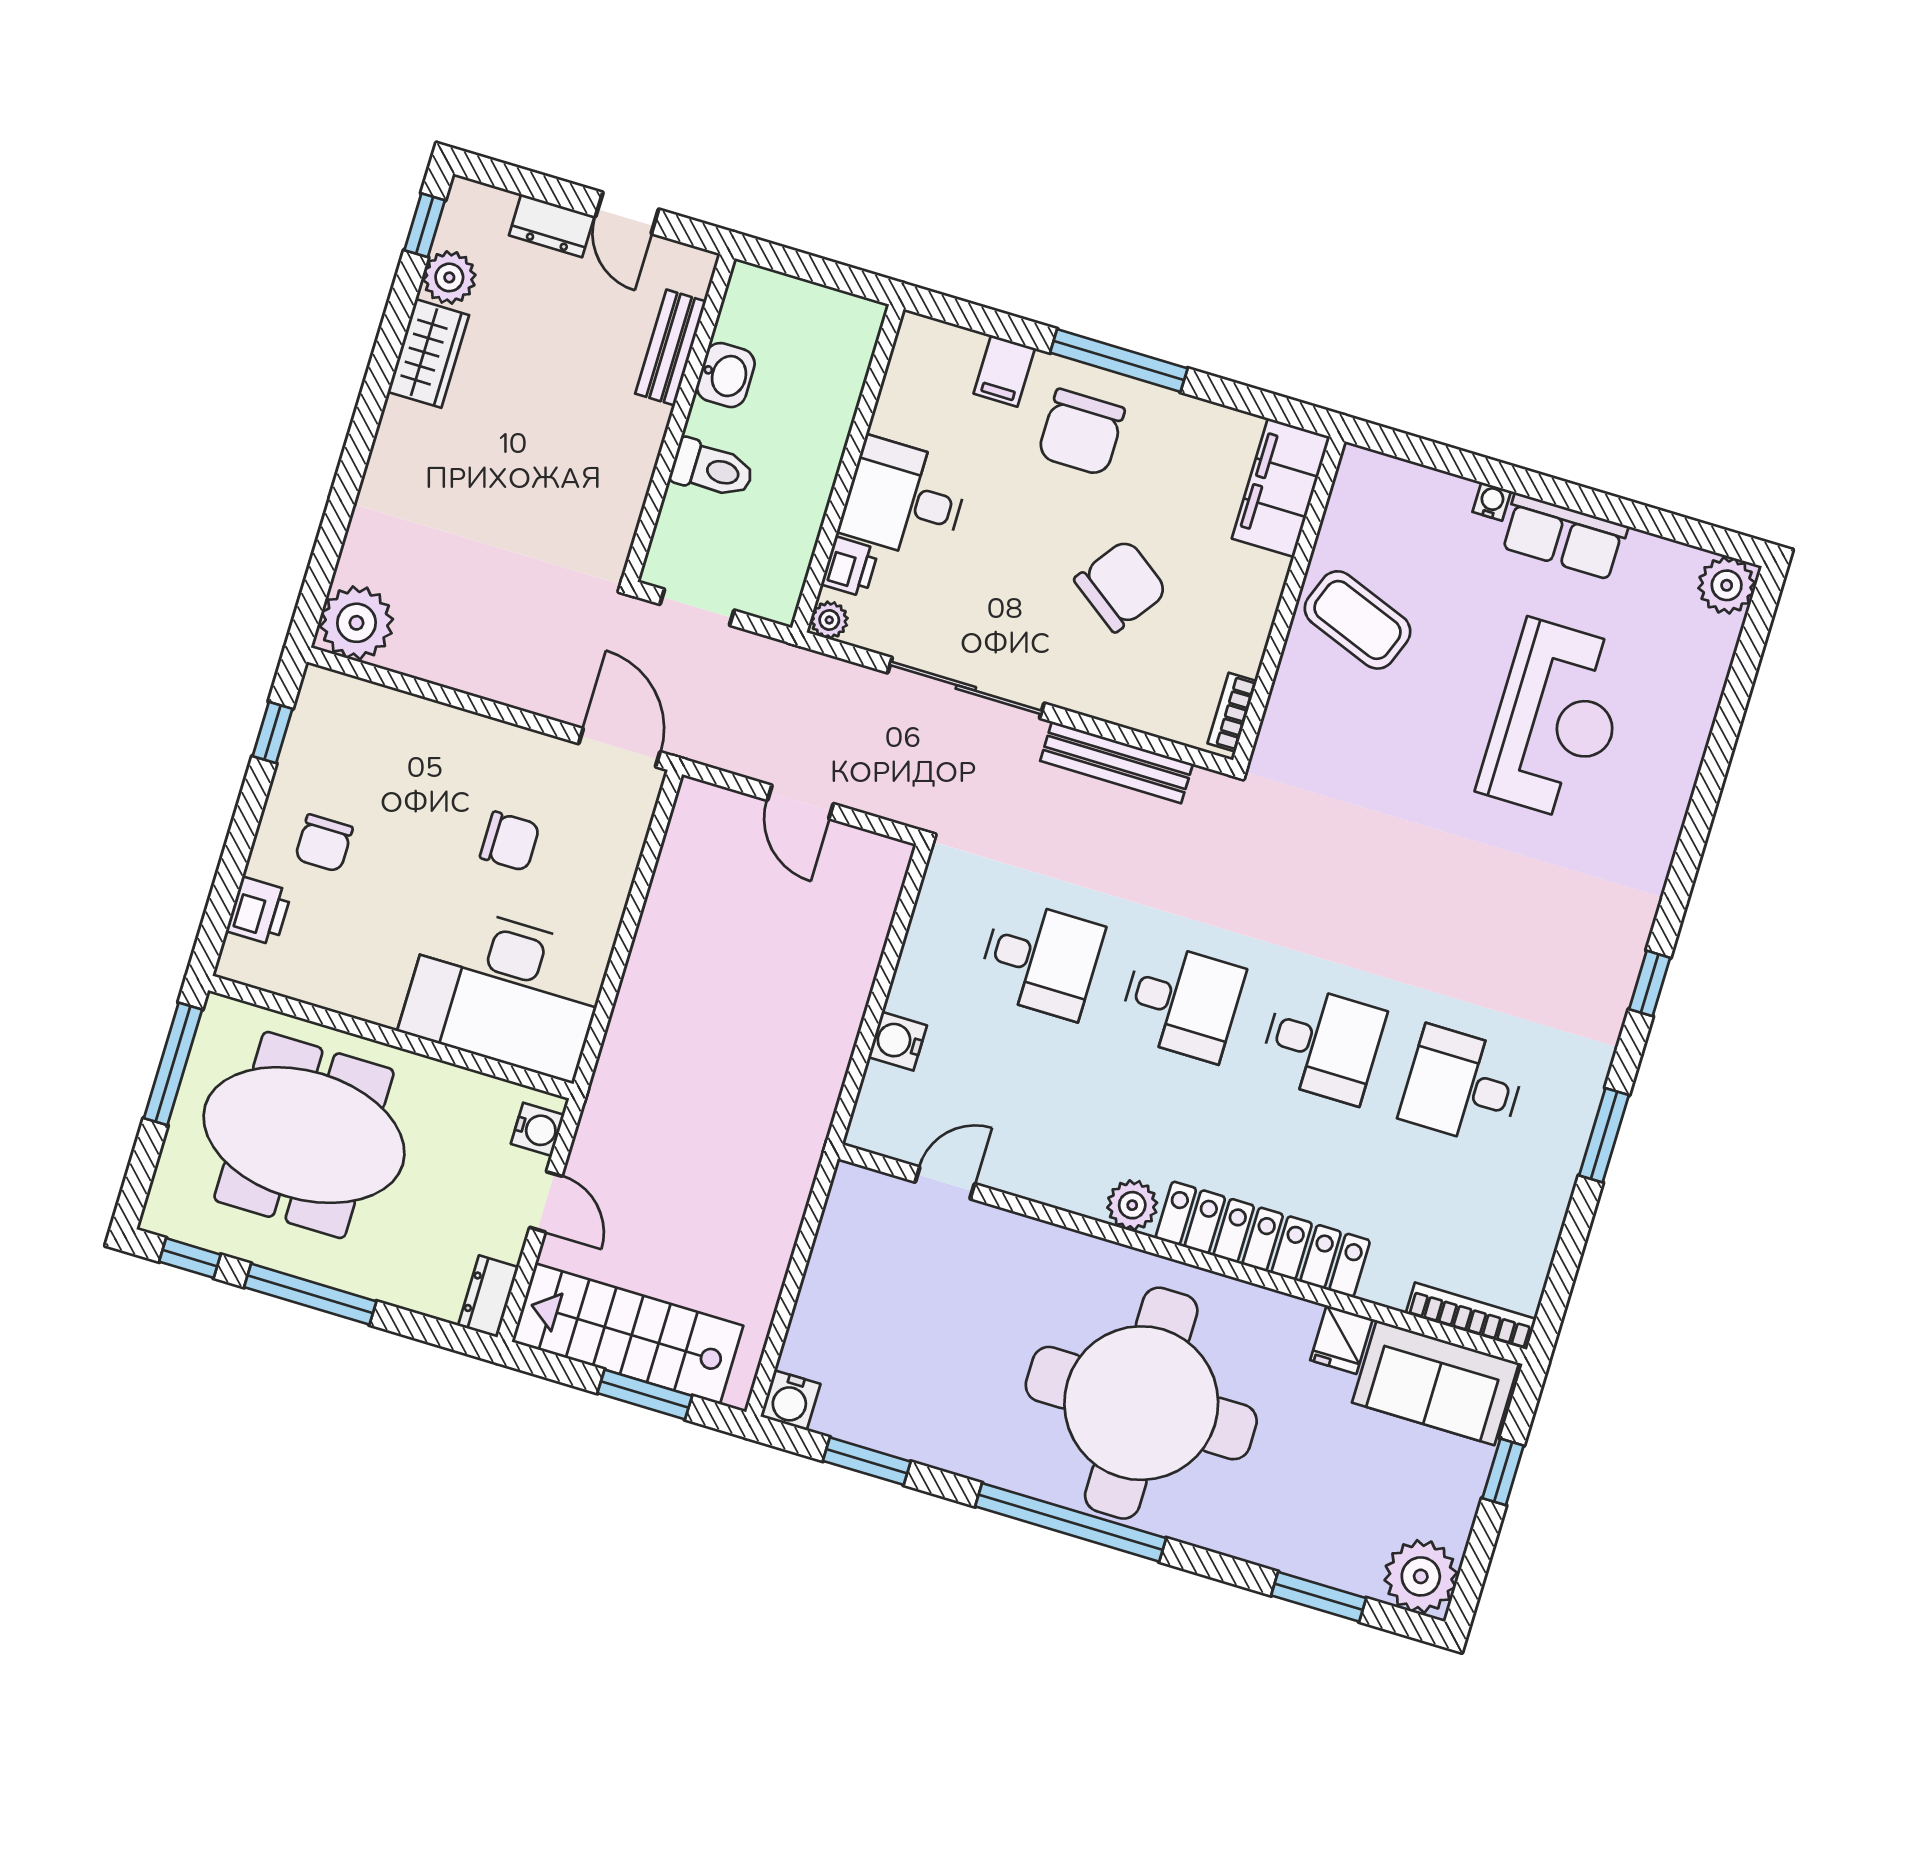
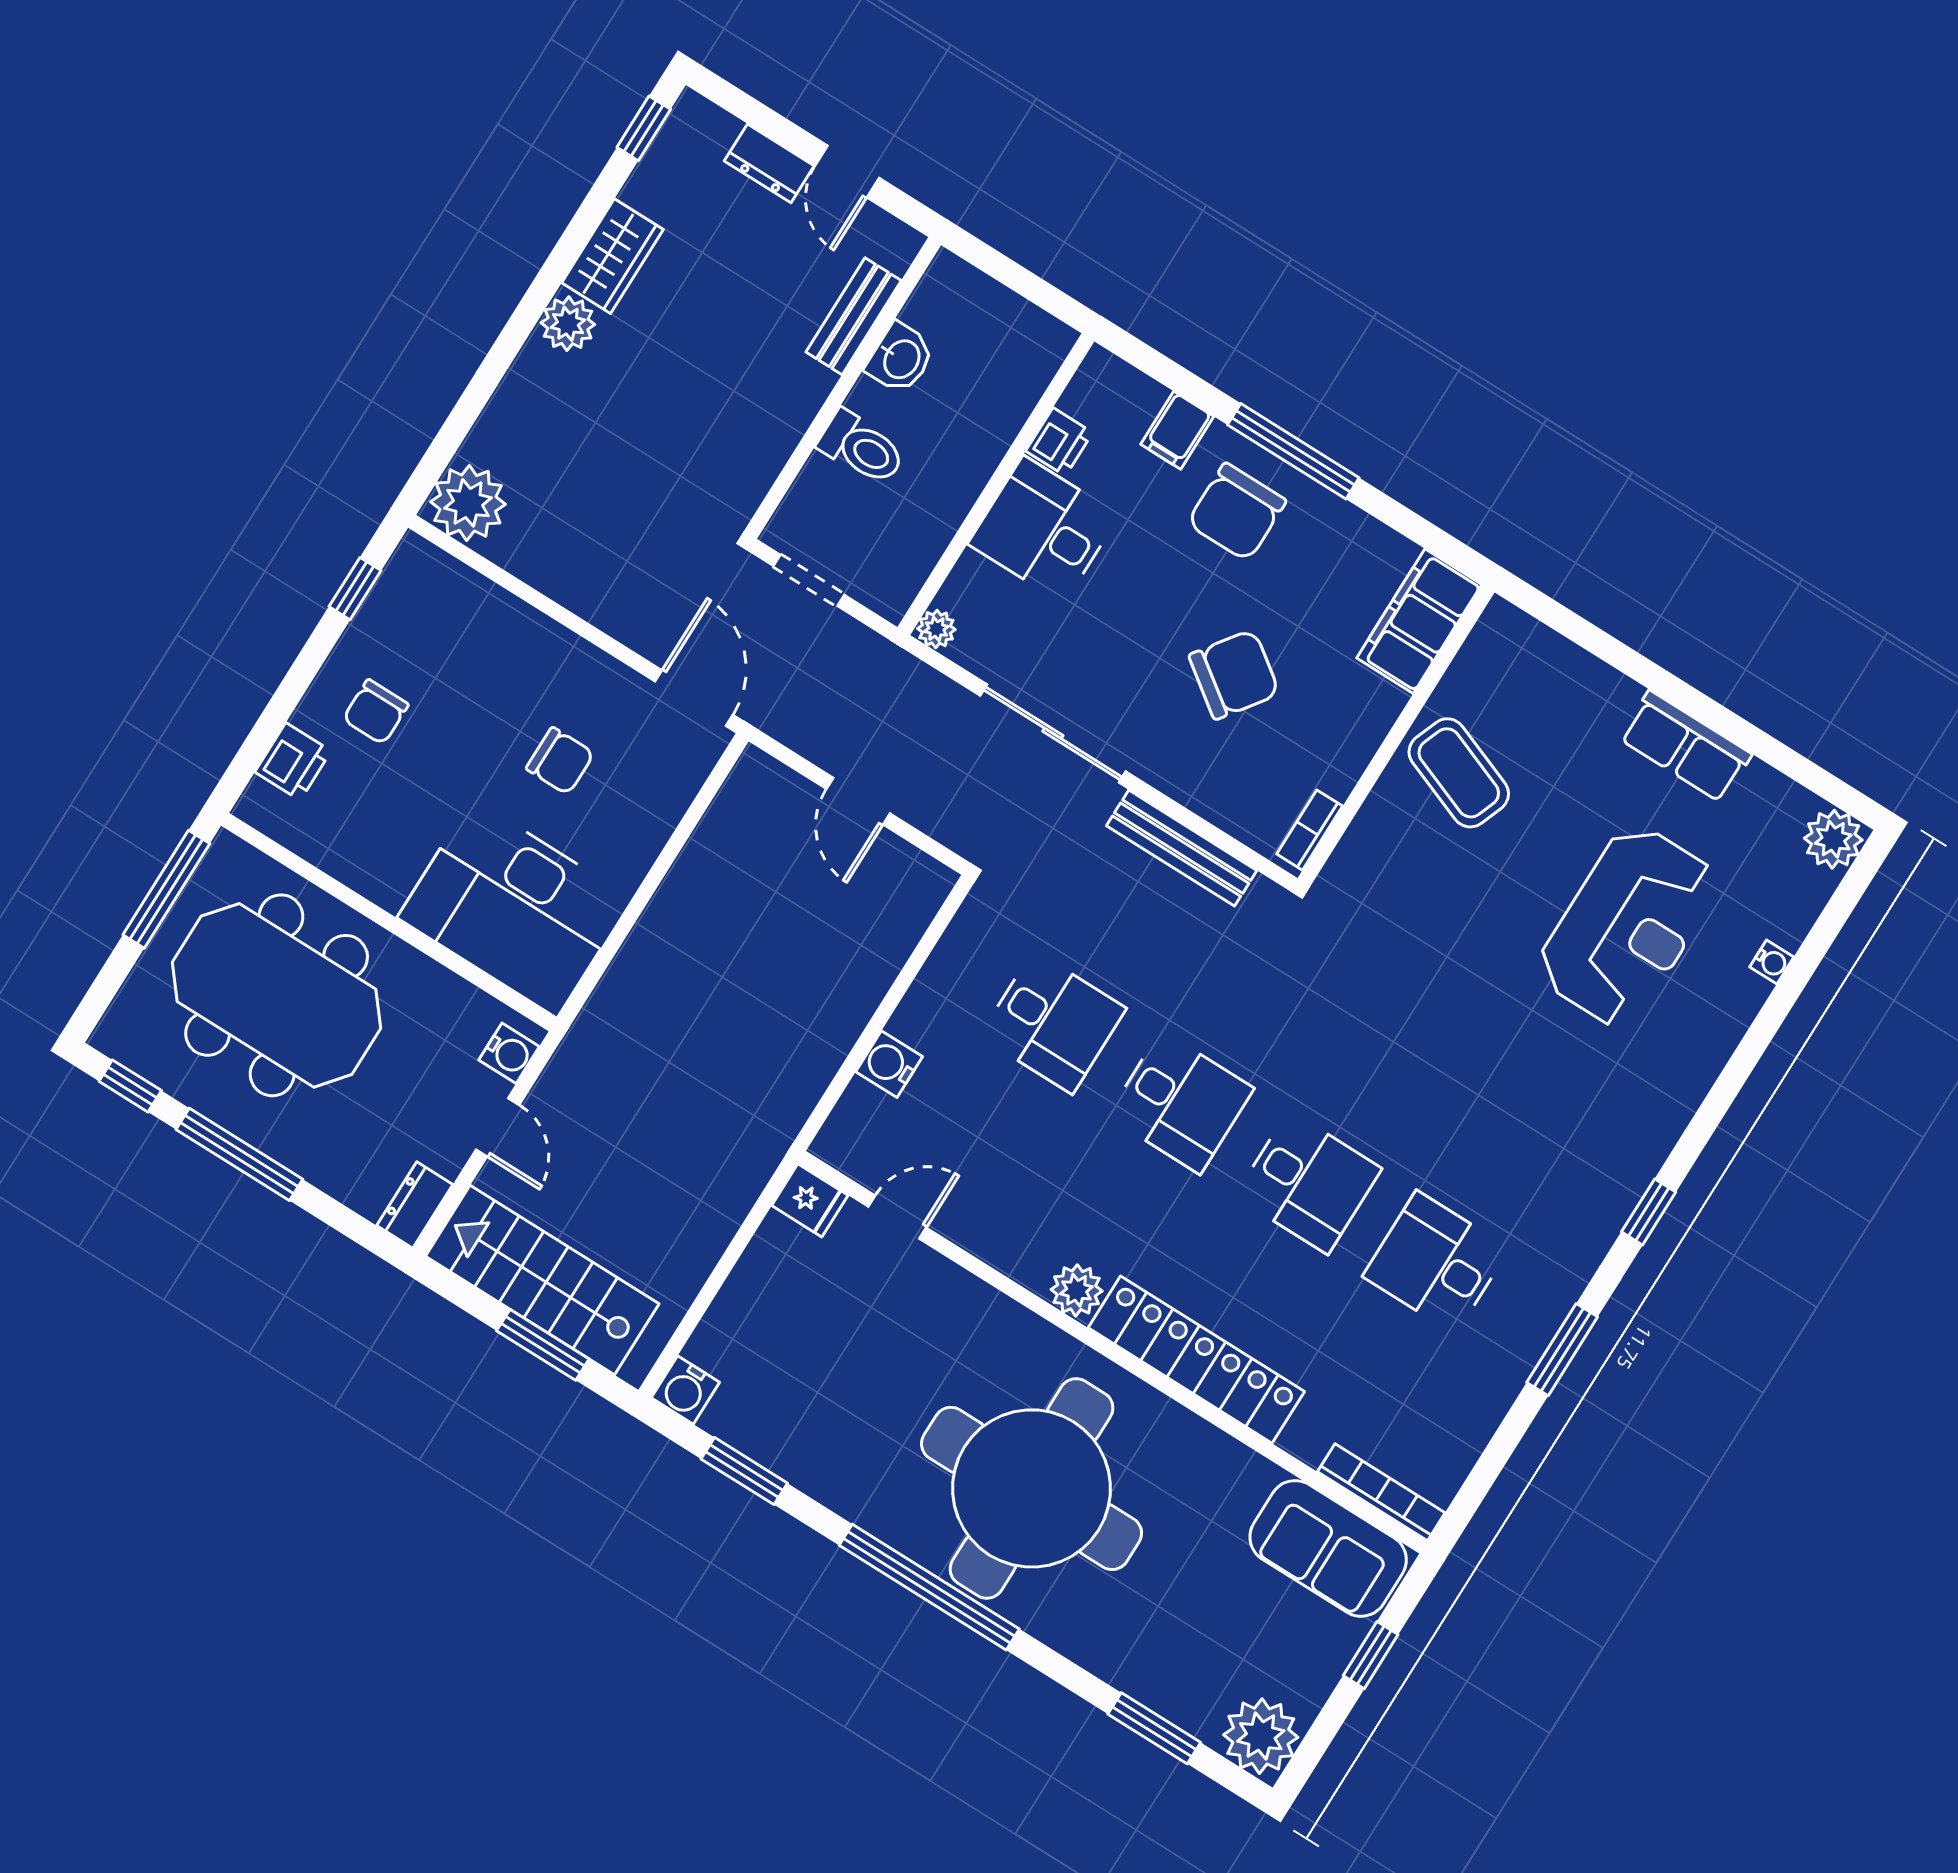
plant: (449, 277) -> (568, 324), moved
water cooler: (1492, 501) -> (1772, 962), moved, turned 90
printer: (850, 567) -> (1059, 442), moved
fridge: (1341, 1340) -> (810, 1200), moved, turned -90

